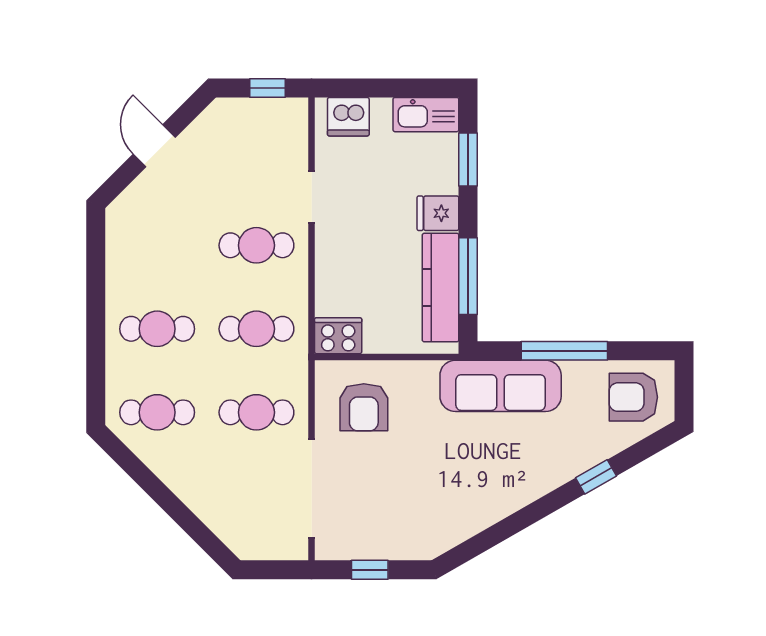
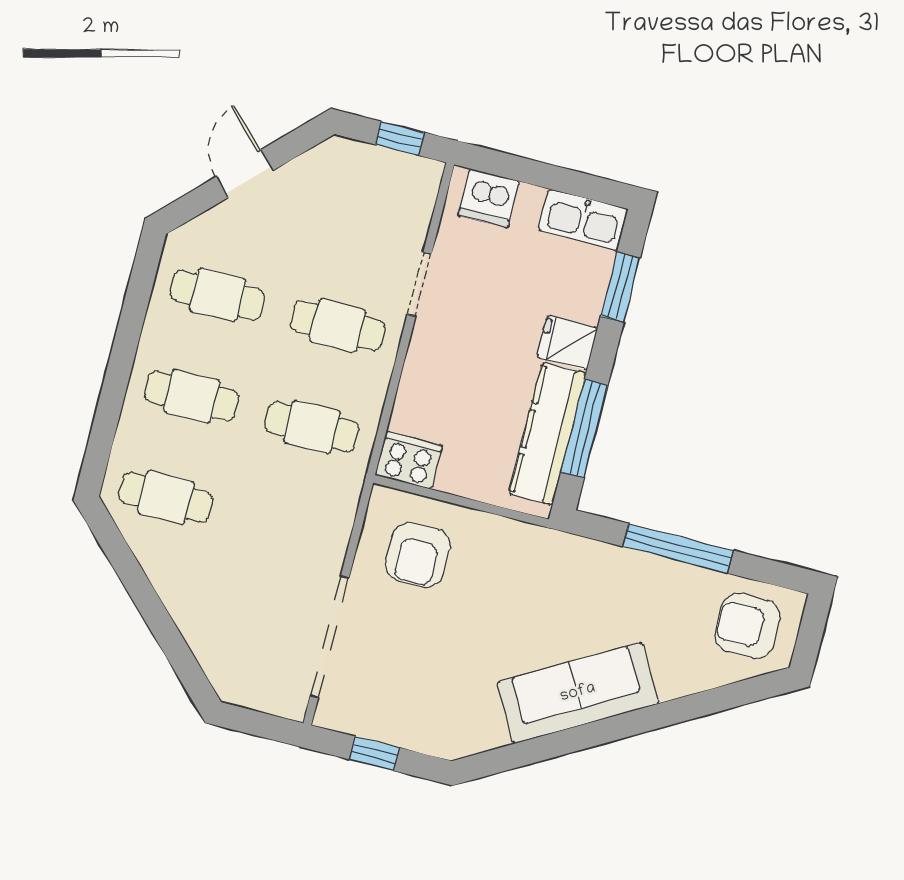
sofa: (501, 386) -> (578, 693), moved, turned 150
cafe table: (256, 412) -> (217, 295), moved
window: (596, 477) -> (677, 711), removed

